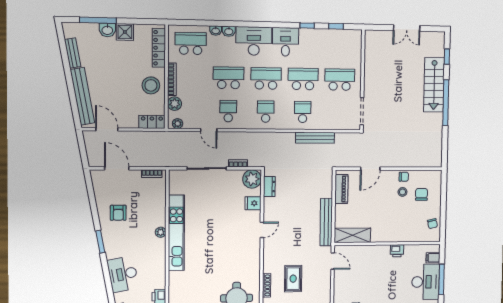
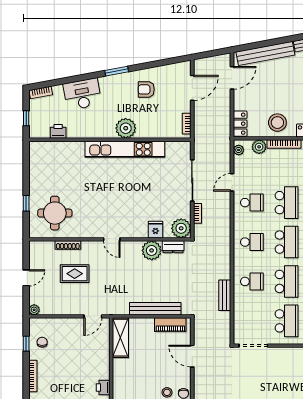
bench: (315, 138) -> (225, 295), width x0.73
plant: (272, 207) -> (152, 250), added
bench: (326, 222) -> (155, 309), moved
door: (262, 230) -> (112, 239), moved
plant: (161, 232) -> (126, 128), width x1.88, depth x1.88

